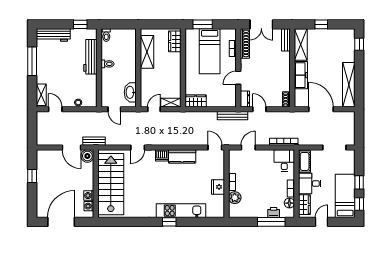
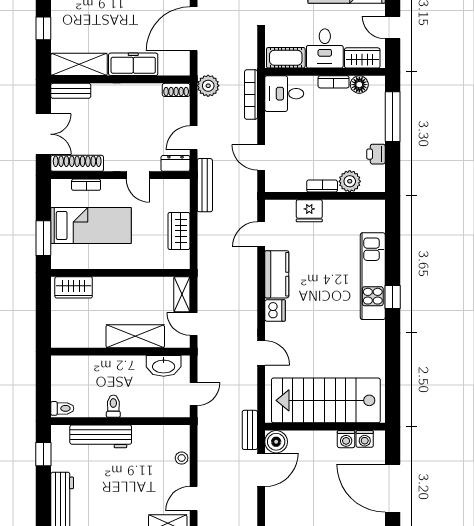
shelving: (147, 52) -> (135, 336), moved
wardrobe: (196, 101) -> (179, 231), moved
plant: (289, 118) -> (208, 86), added
door: (215, 147) -> (261, 234), moved
fridge: (218, 187) -> (309, 211), moved
printer: (274, 212) -> (376, 154), moved

